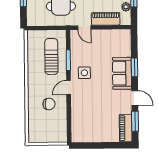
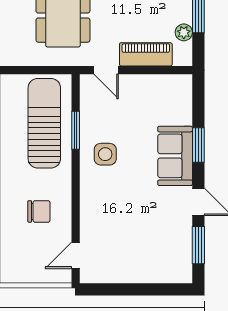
sun lounger: (51, 56) -> (44, 123), width x1.36, depth x1.34
door: (69, 88) -> (76, 255), moved
piano: (126, 128) -> (181, 258), removed

